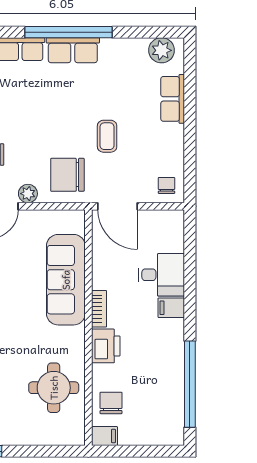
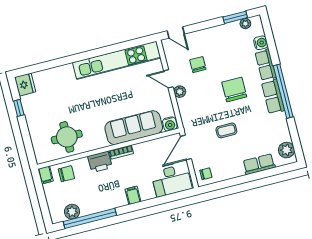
chair: (67, 175) -> (234, 89), moved
water cooler: (74, 222) -> (170, 124), added
desk: (161, 275) -> (171, 179), moved, width x1.37
plant: (172, 409) -> (72, 212), added

